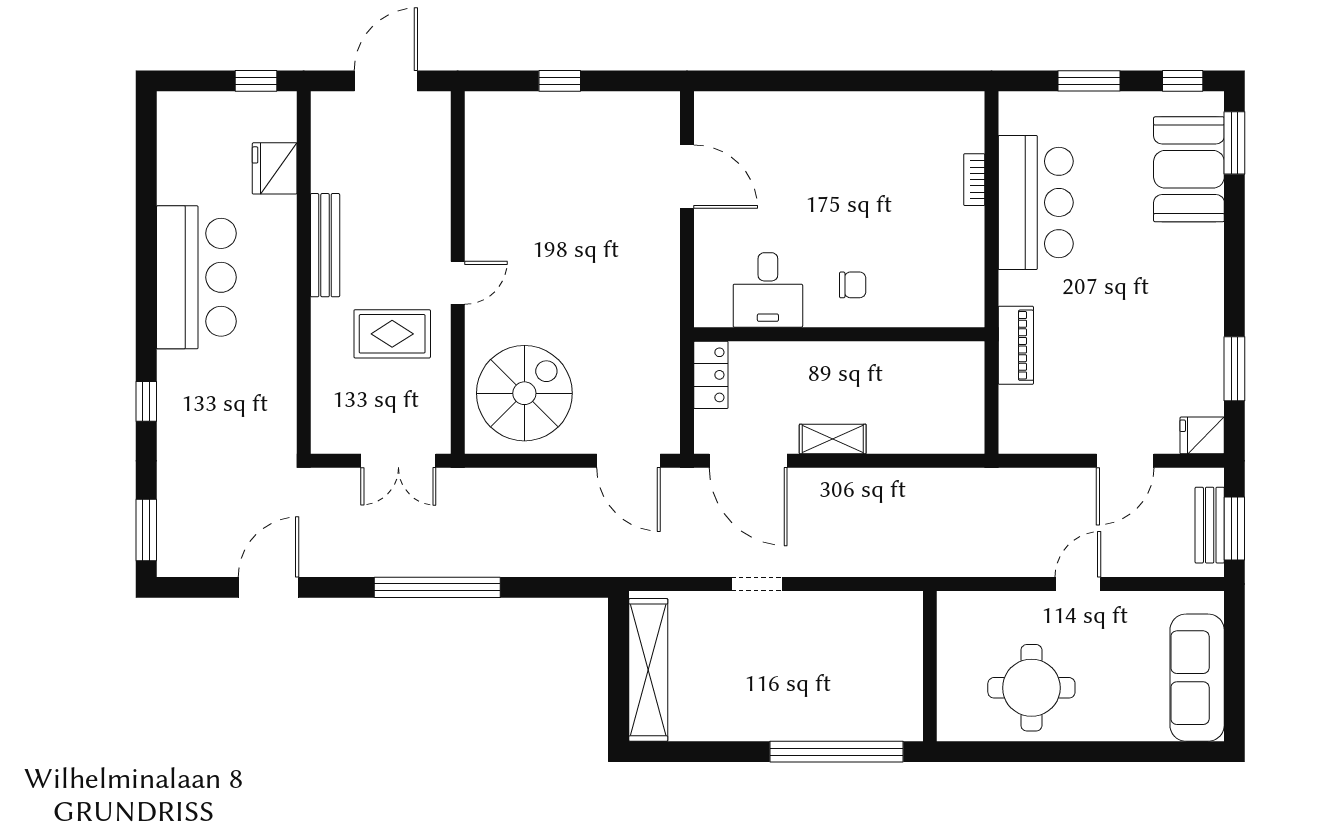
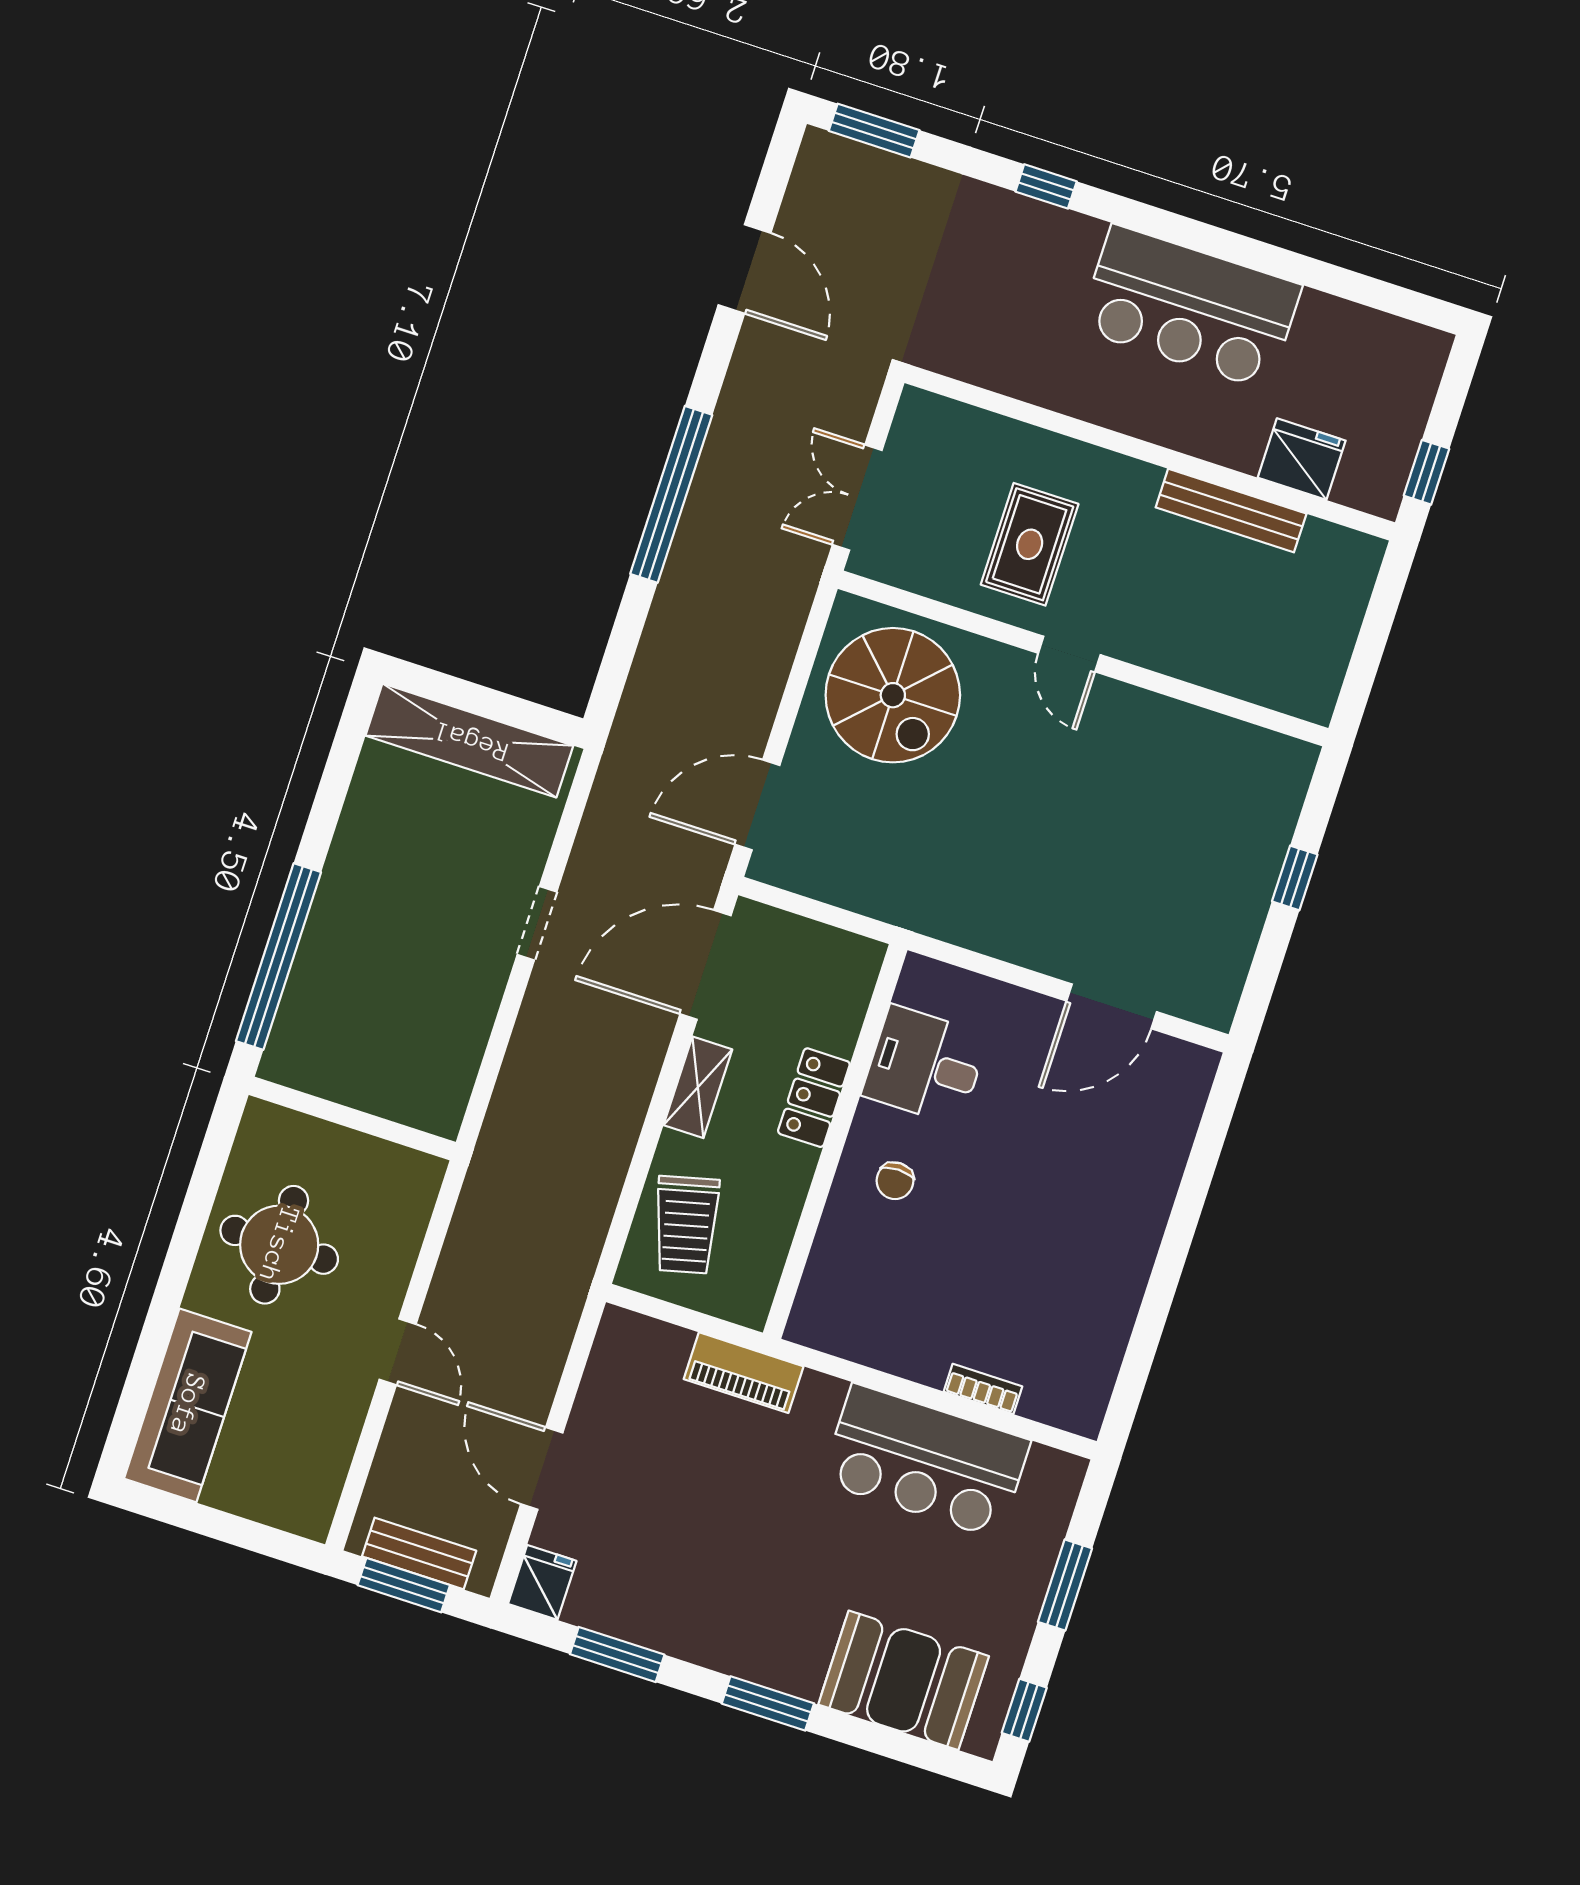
door: (386, 81) -> (1370, 646), removed
window: (1234, 143) -> (768, 1703), moved
bench: (325, 245) -> (1231, 511), moved
locker: (711, 375) -> (814, 1098), moved, turned 90
trolley: (928, 417) -> (686, 1225), added
sofa: (1197, 678) -> (188, 1405), moved, turned 90

